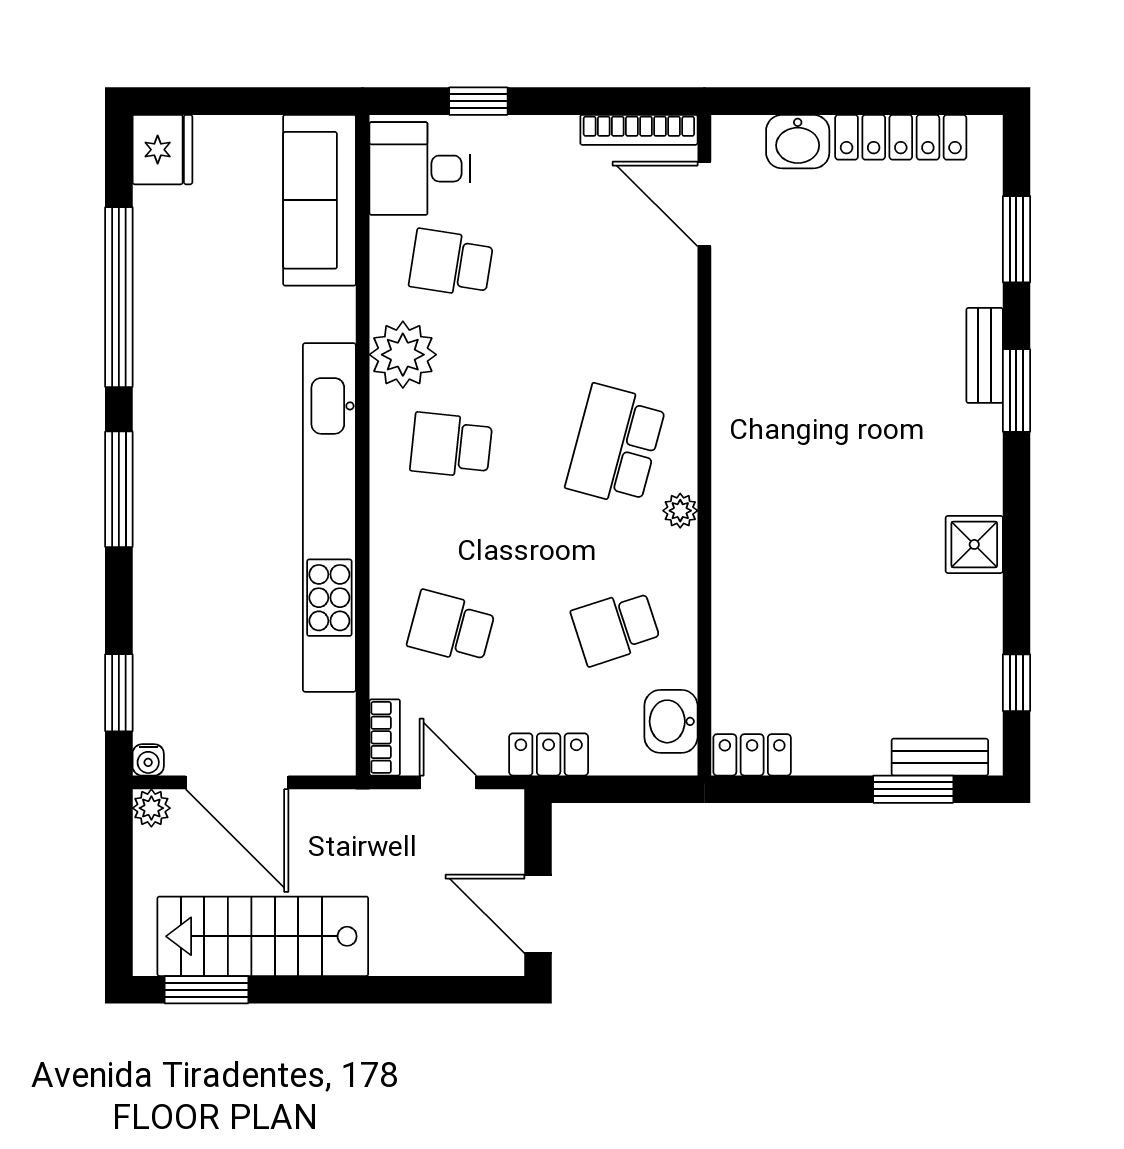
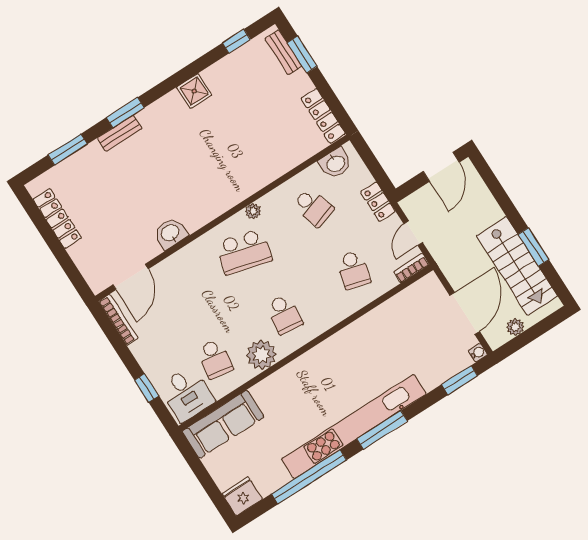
washbasin: (798, 142) -> (170, 233), moved, turned -90
kitchen unit: (329, 517) -> (354, 427), moved, turned 180
locker: (752, 755) -> (323, 116), width x1.53
plant: (151, 808) -> (515, 327), moved
window: (206, 990) -> (533, 247), moved

